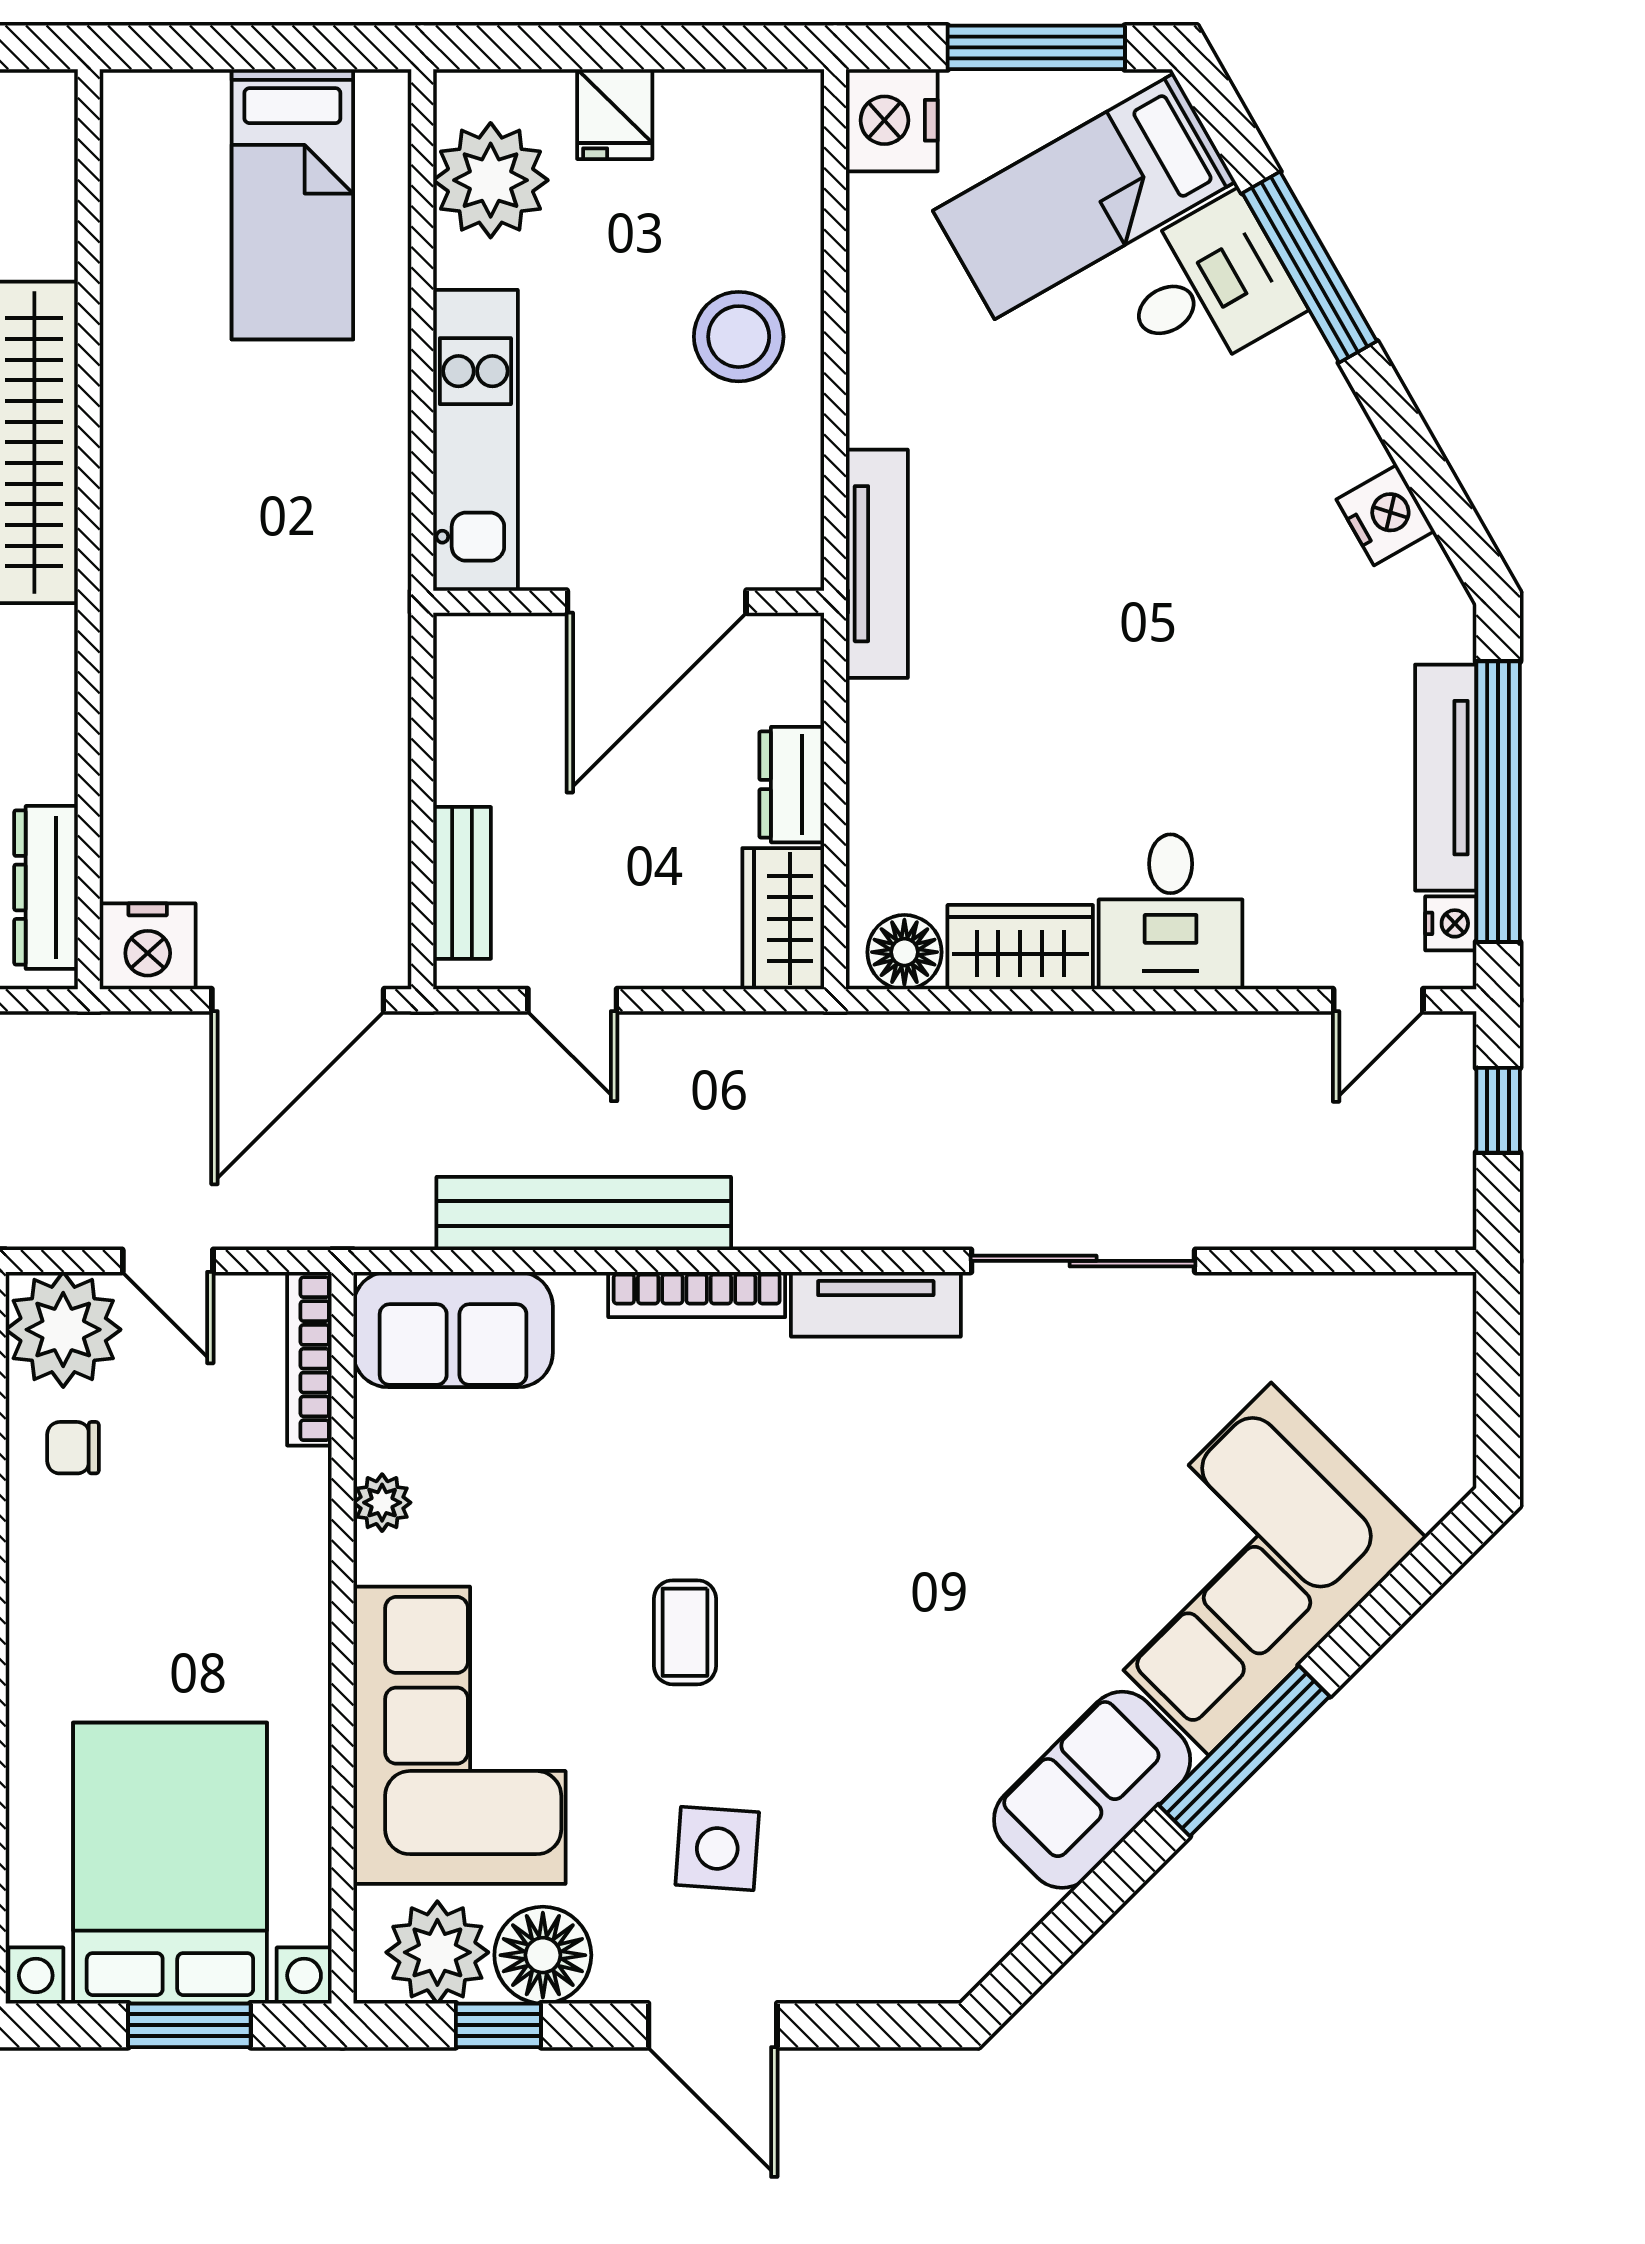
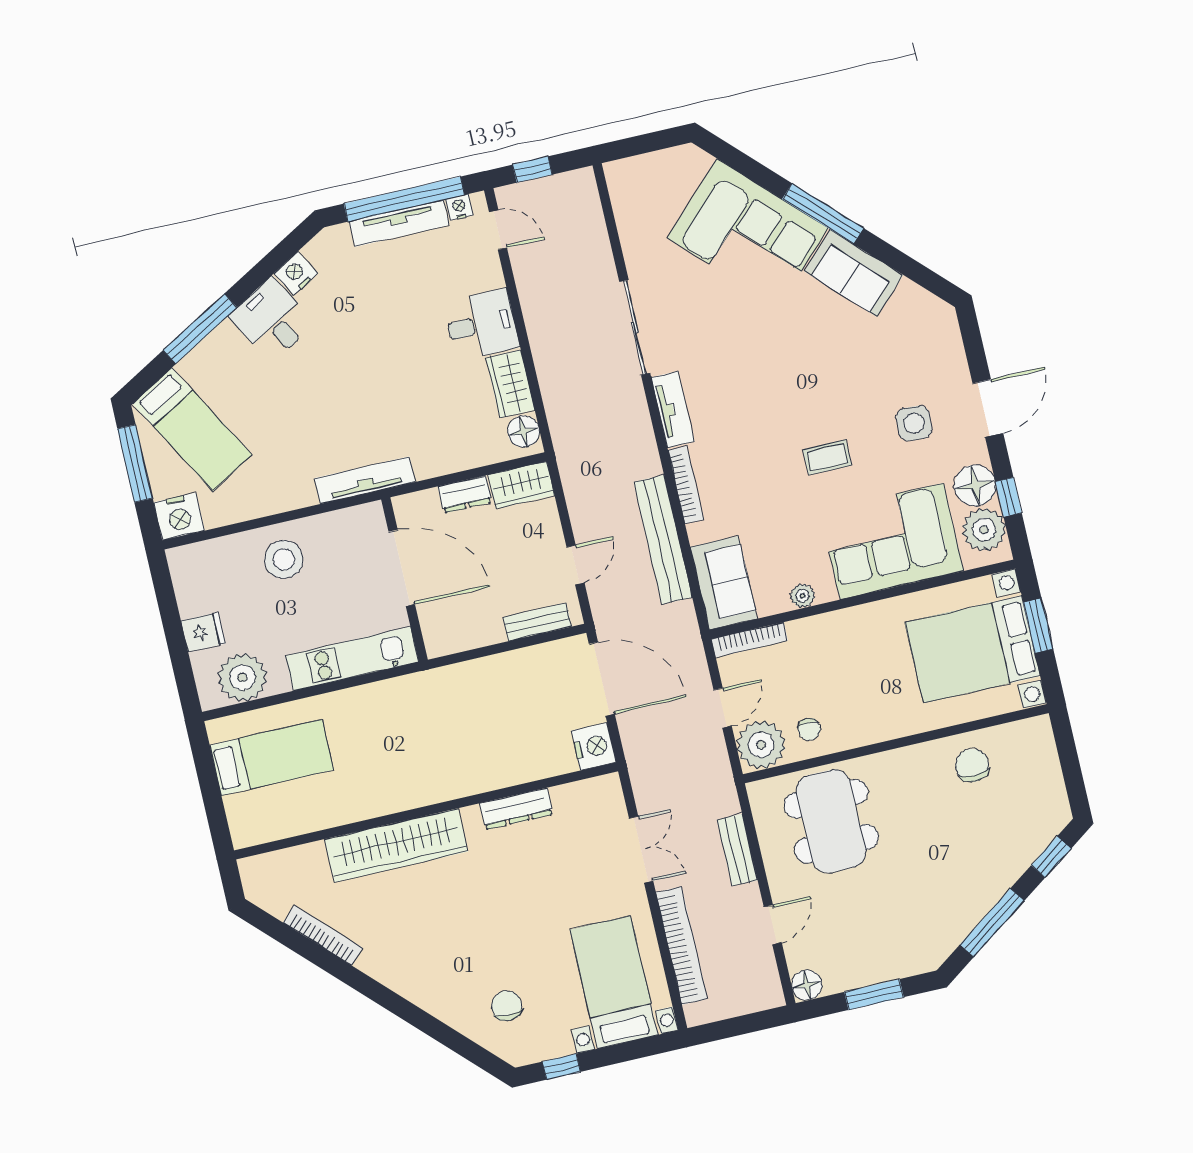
desk: (1207, 286) -> (272, 320), moved
dresser: (46, 887) -> (516, 809), moved

